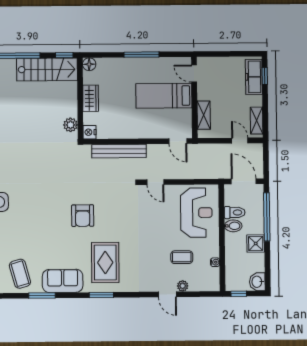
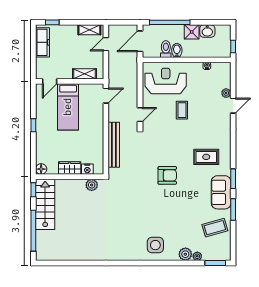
window: (141, 55) -> (33, 125), width x0.46
freezer: (254, 77) -> (43, 42), moved, turned -90
nightstand: (89, 132) -> (87, 169), moved
coffee table: (182, 257) -> (182, 110), moved
rug: (105, 262) -> (206, 157), width x0.73, depth x0.70
washbasin: (257, 282) -> (207, 31), moved
window: (101, 295) -> (233, 179), moved

